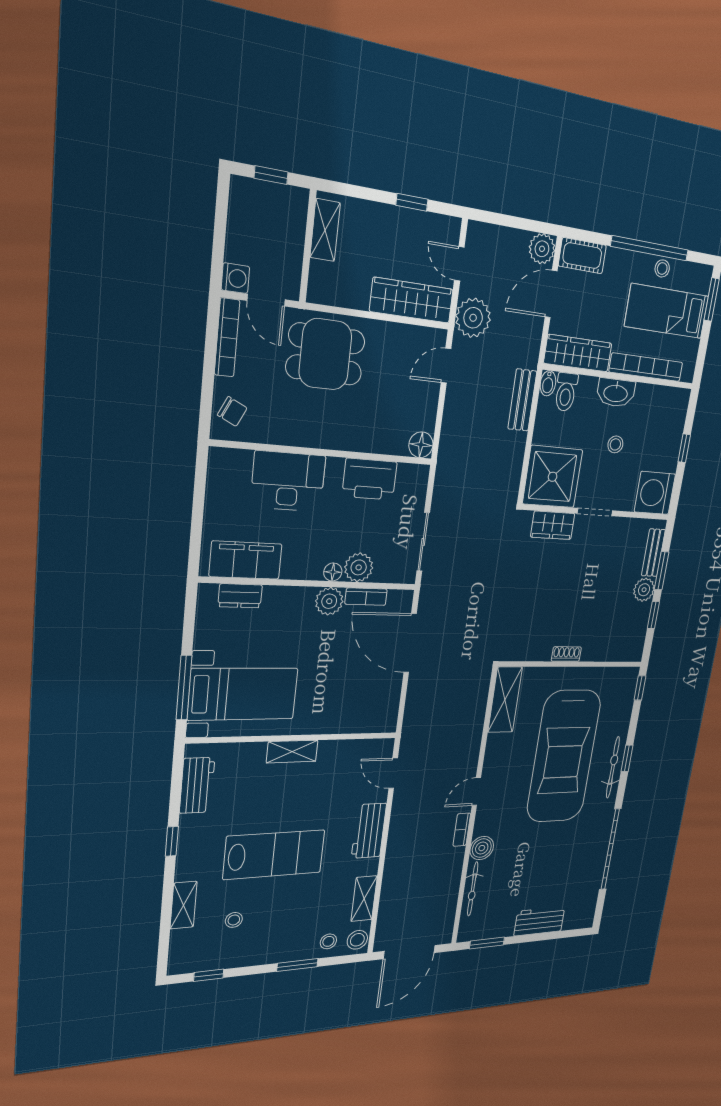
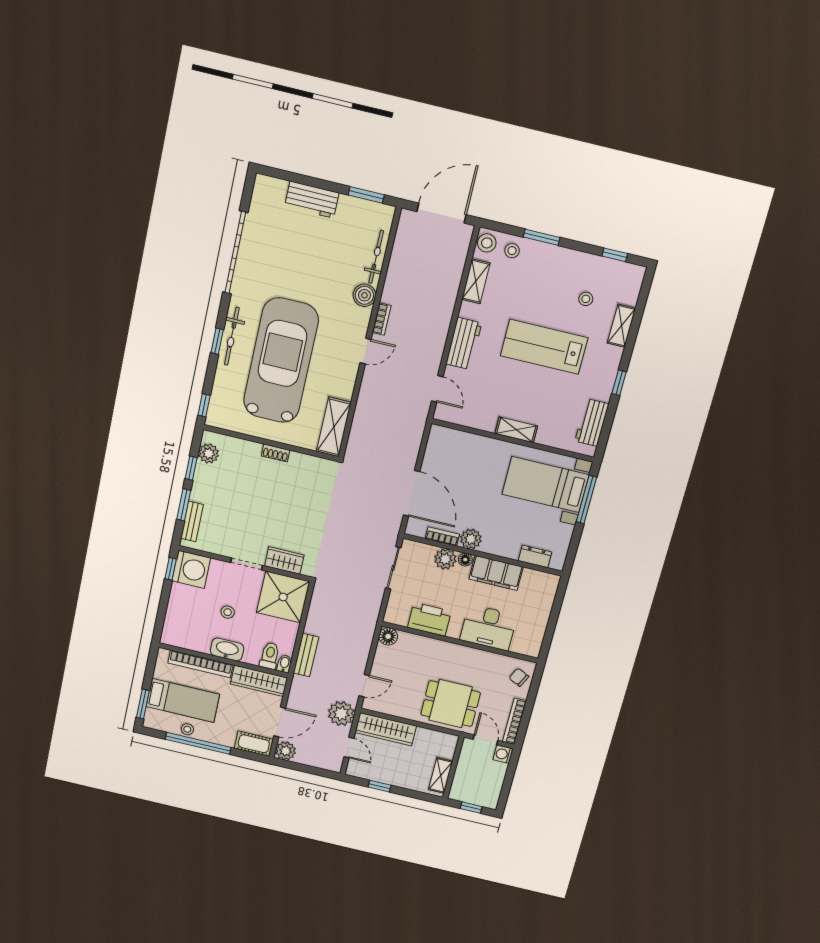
window: (684, 448) -> (171, 569), moved
filing cabinet: (246, 560) -> (496, 573), moved
plant: (644, 590) -> (209, 453), moved

